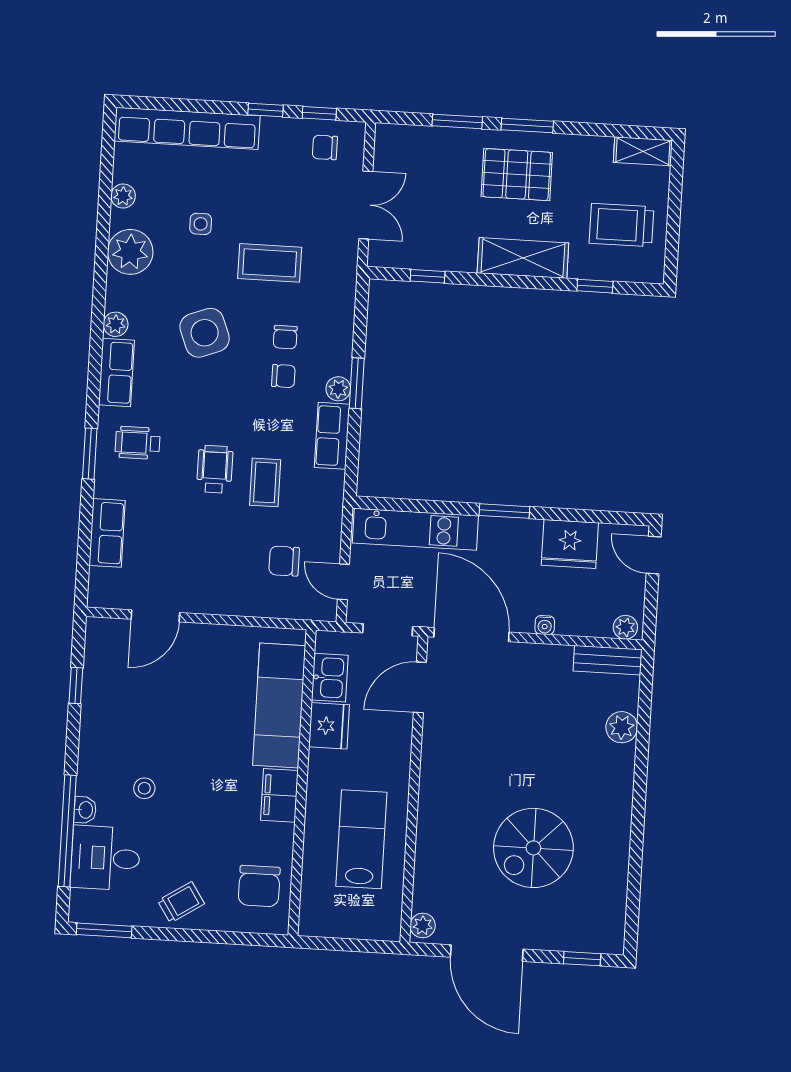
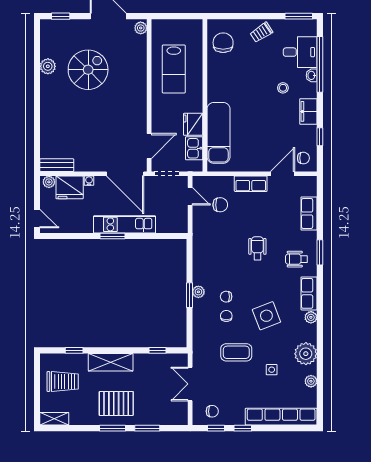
row of seats: (332, 436) -> (251, 184), moved, turned 90
wheelchair: (138, 443) -> (296, 259), turned 180
wheelchair: (215, 469) -> (257, 248), turned 180
coffee table: (265, 482) -> (232, 243), removed
kitchen unit: (415, 529) -> (125, 224), moved
fridge: (570, 544) -> (70, 187), moved, turned 180
chair: (112, 645) -> (303, 158), added
plant: (622, 727) -> (48, 66), moved
filing cabinet: (279, 795) -> (308, 111), moved, turned 180

